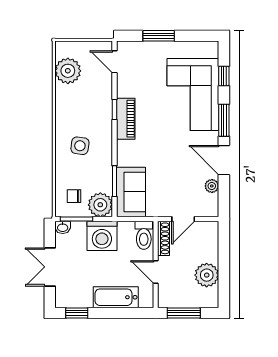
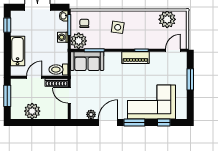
washing machine: (102, 236) -> (63, 37), width x0.53, depth x0.53

